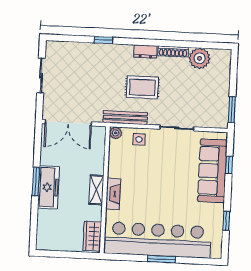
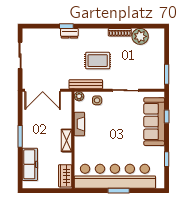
dresser: (146, 52) -> (69, 33), moved
freezer: (48, 187) -> (30, 164), moved
fireplace: (113, 194) -> (79, 124), moved

